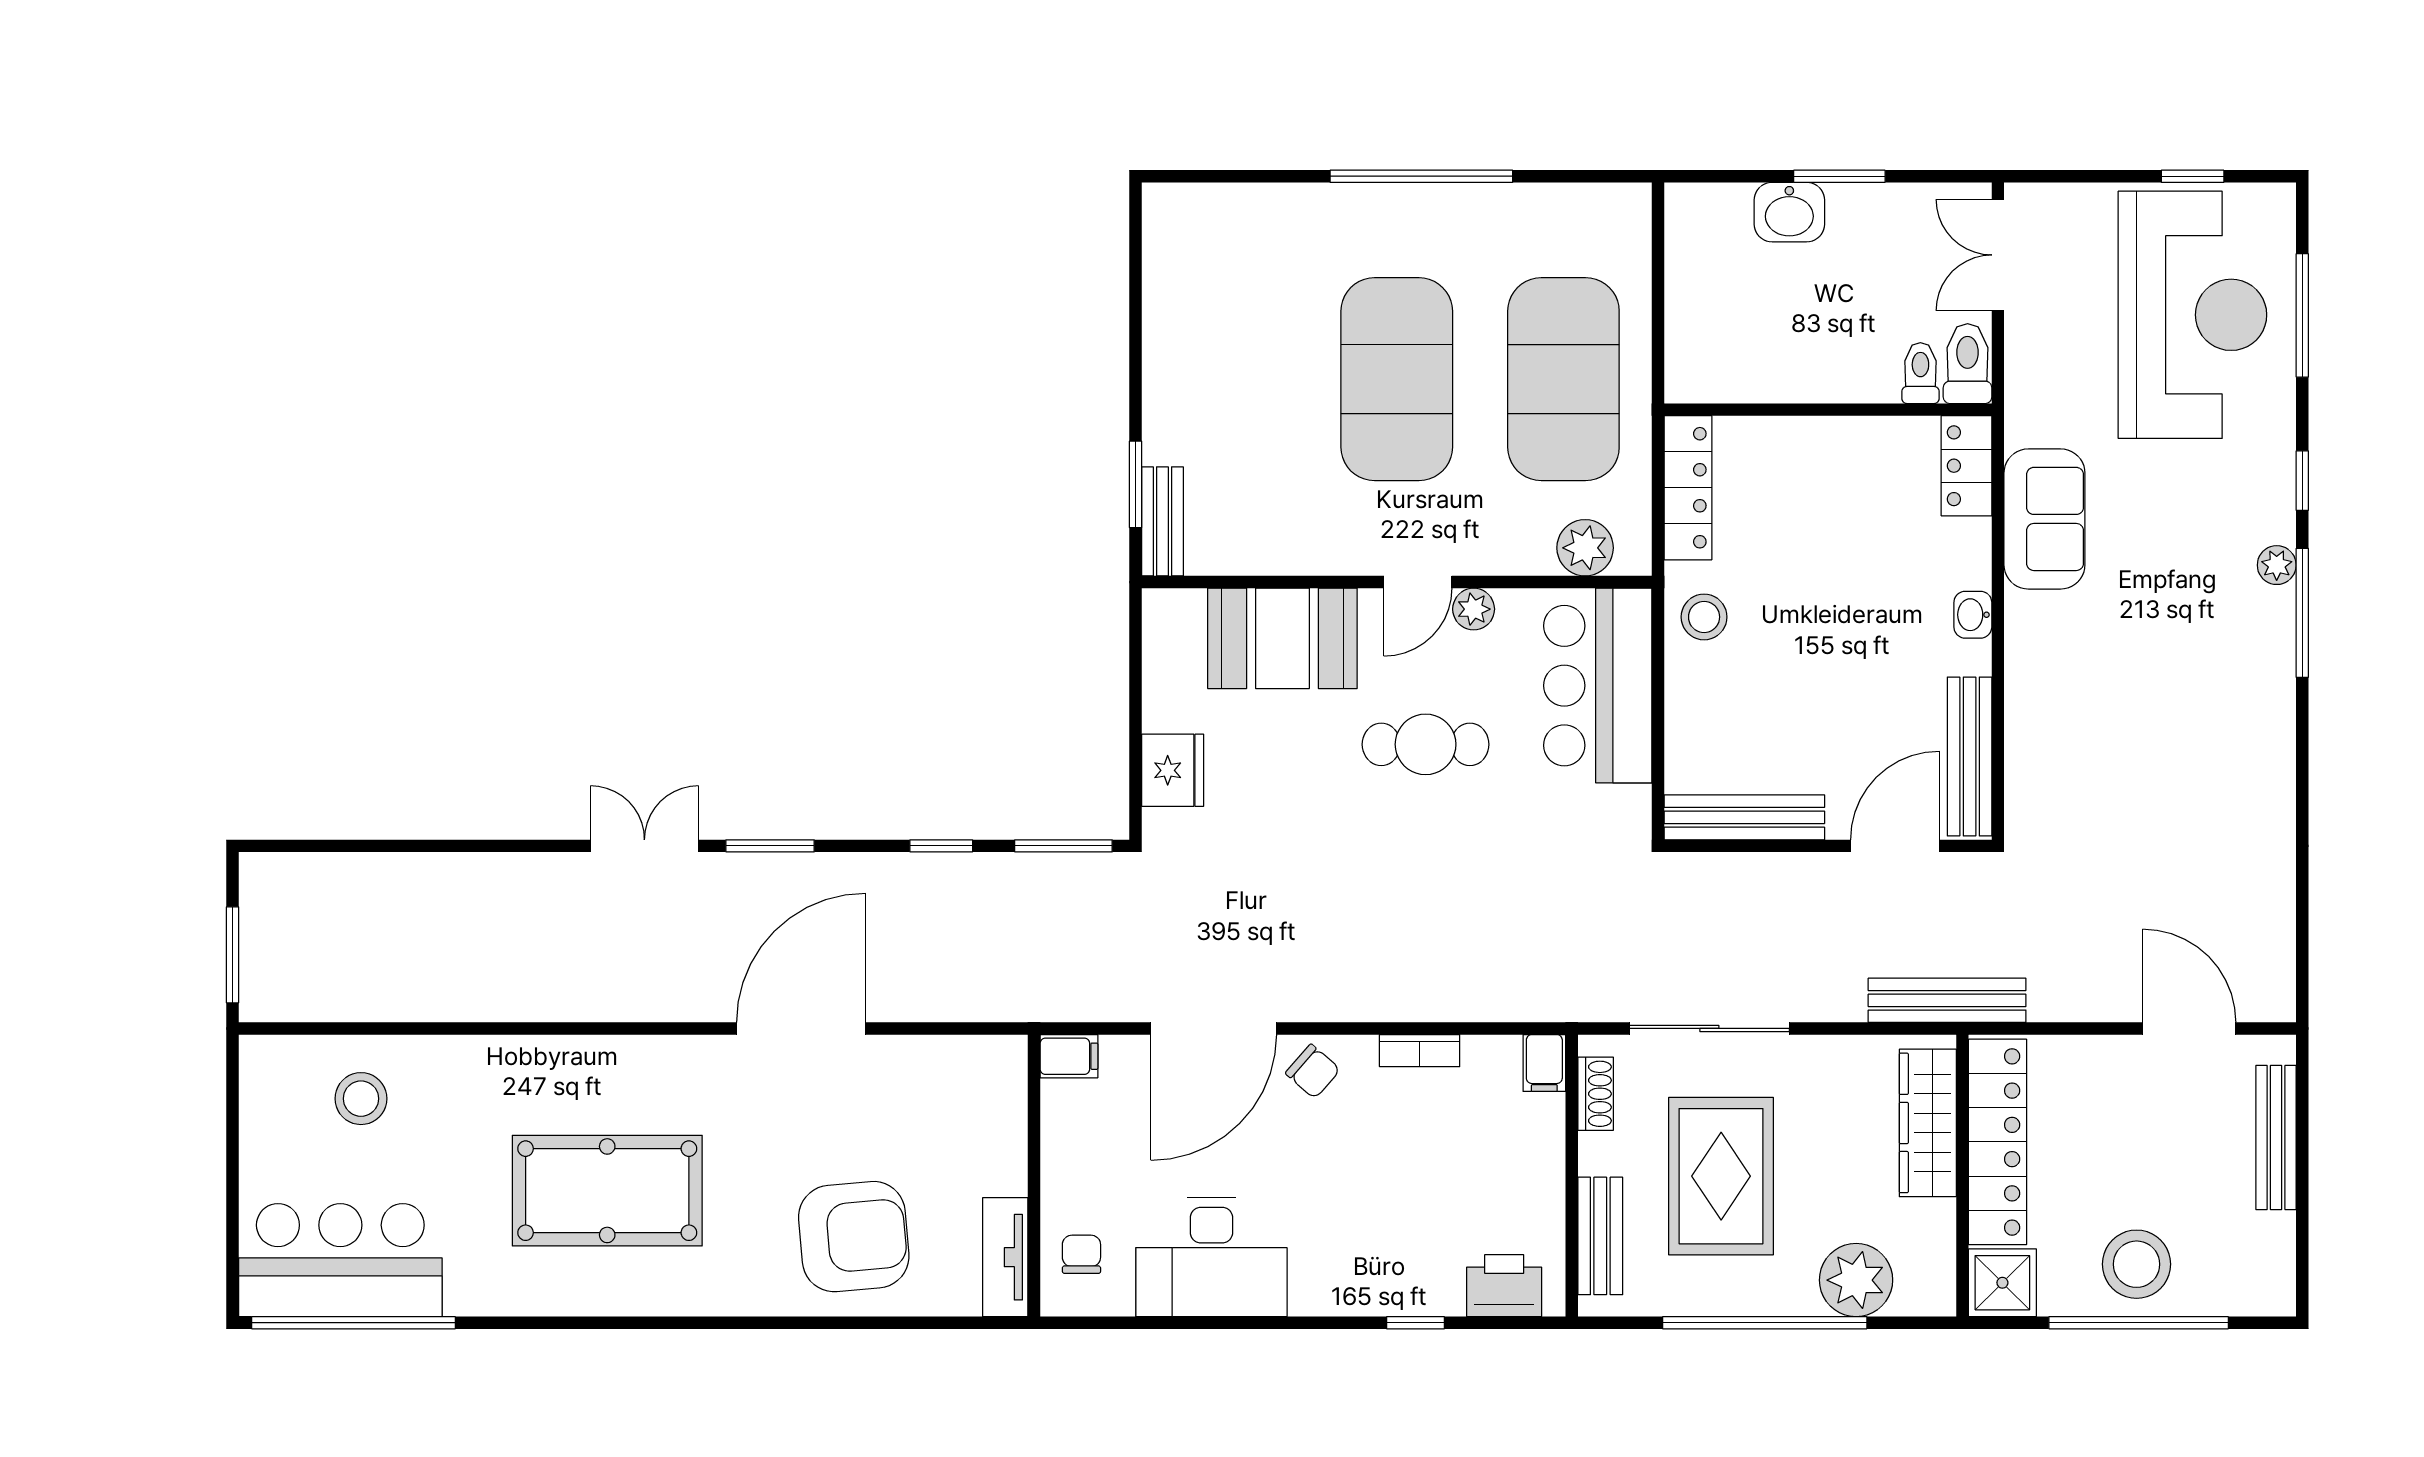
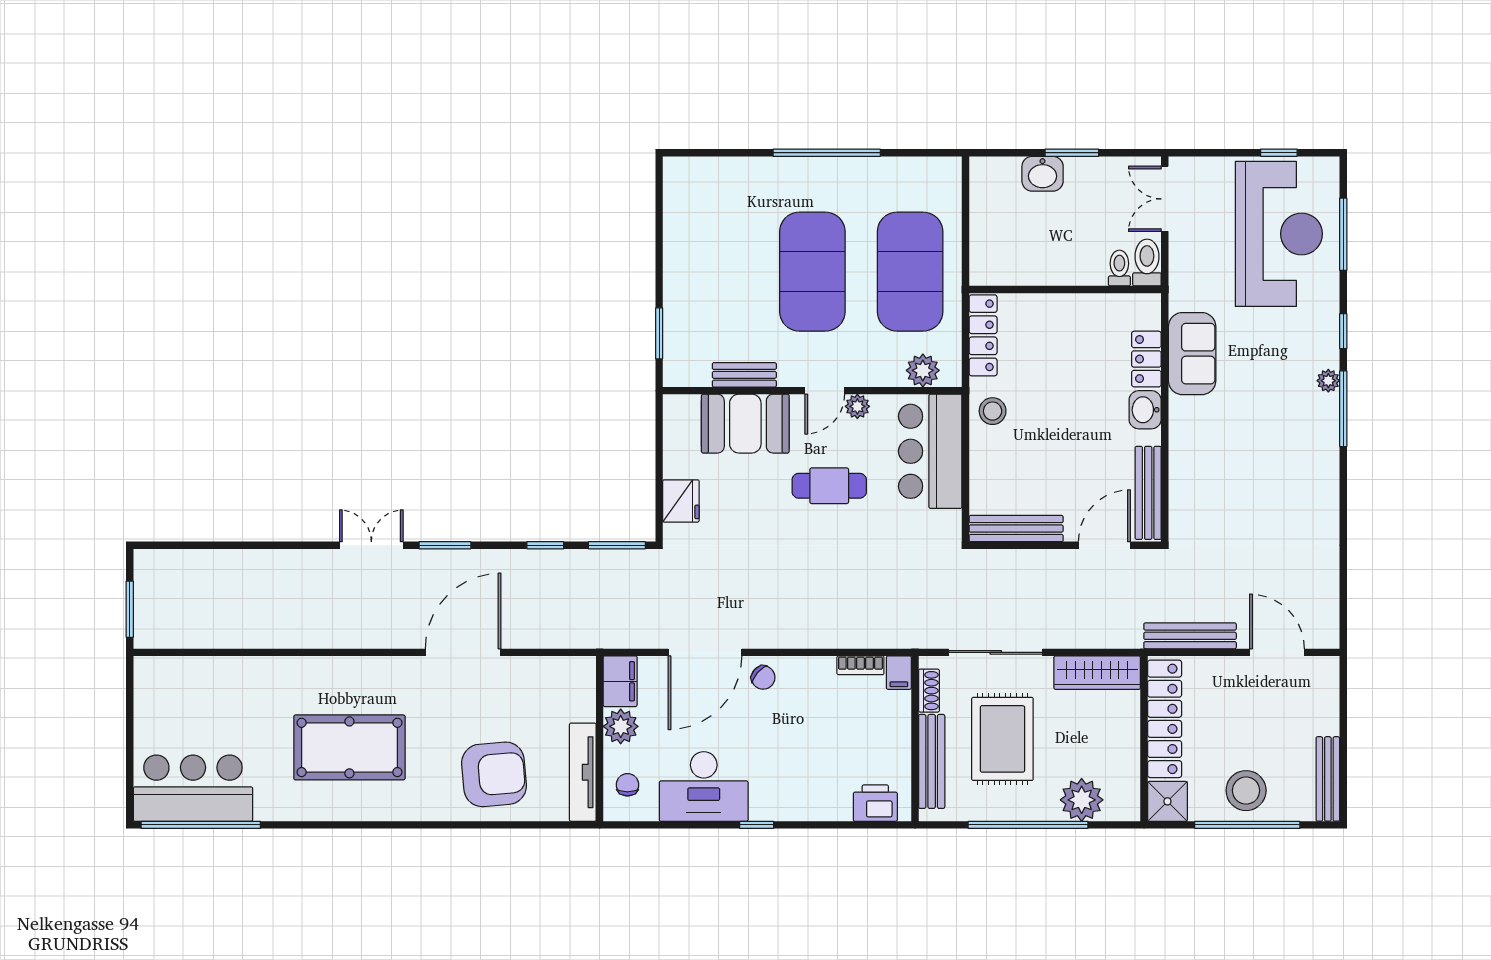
locker: (1967, 466) -> (1146, 359), moved
bench: (1162, 521) -> (744, 375), moved, turned 90
washbasin: (1973, 615) -> (1145, 410), width x1.38, depth x1.45
bench: (1947, 1000) -> (1190, 636), moved
bookcase: (1420, 1051) -> (860, 665), moved
filing cabinet: (1069, 1056) -> (620, 681), width x2.00
stool: (361, 1099) -> (205, 693), removed
wardrobe: (1928, 1123) -> (1097, 673), moved, turned -90
bench: (2276, 1137) -> (1328, 779), moved
plant: (1070, 1155) -> (621, 726), added
bench: (1600, 1236) -> (932, 761), width x1.36
tv unit: (1005, 1257) -> (583, 772), width x1.41
window: (1415, 1323) -> (757, 825), moved

